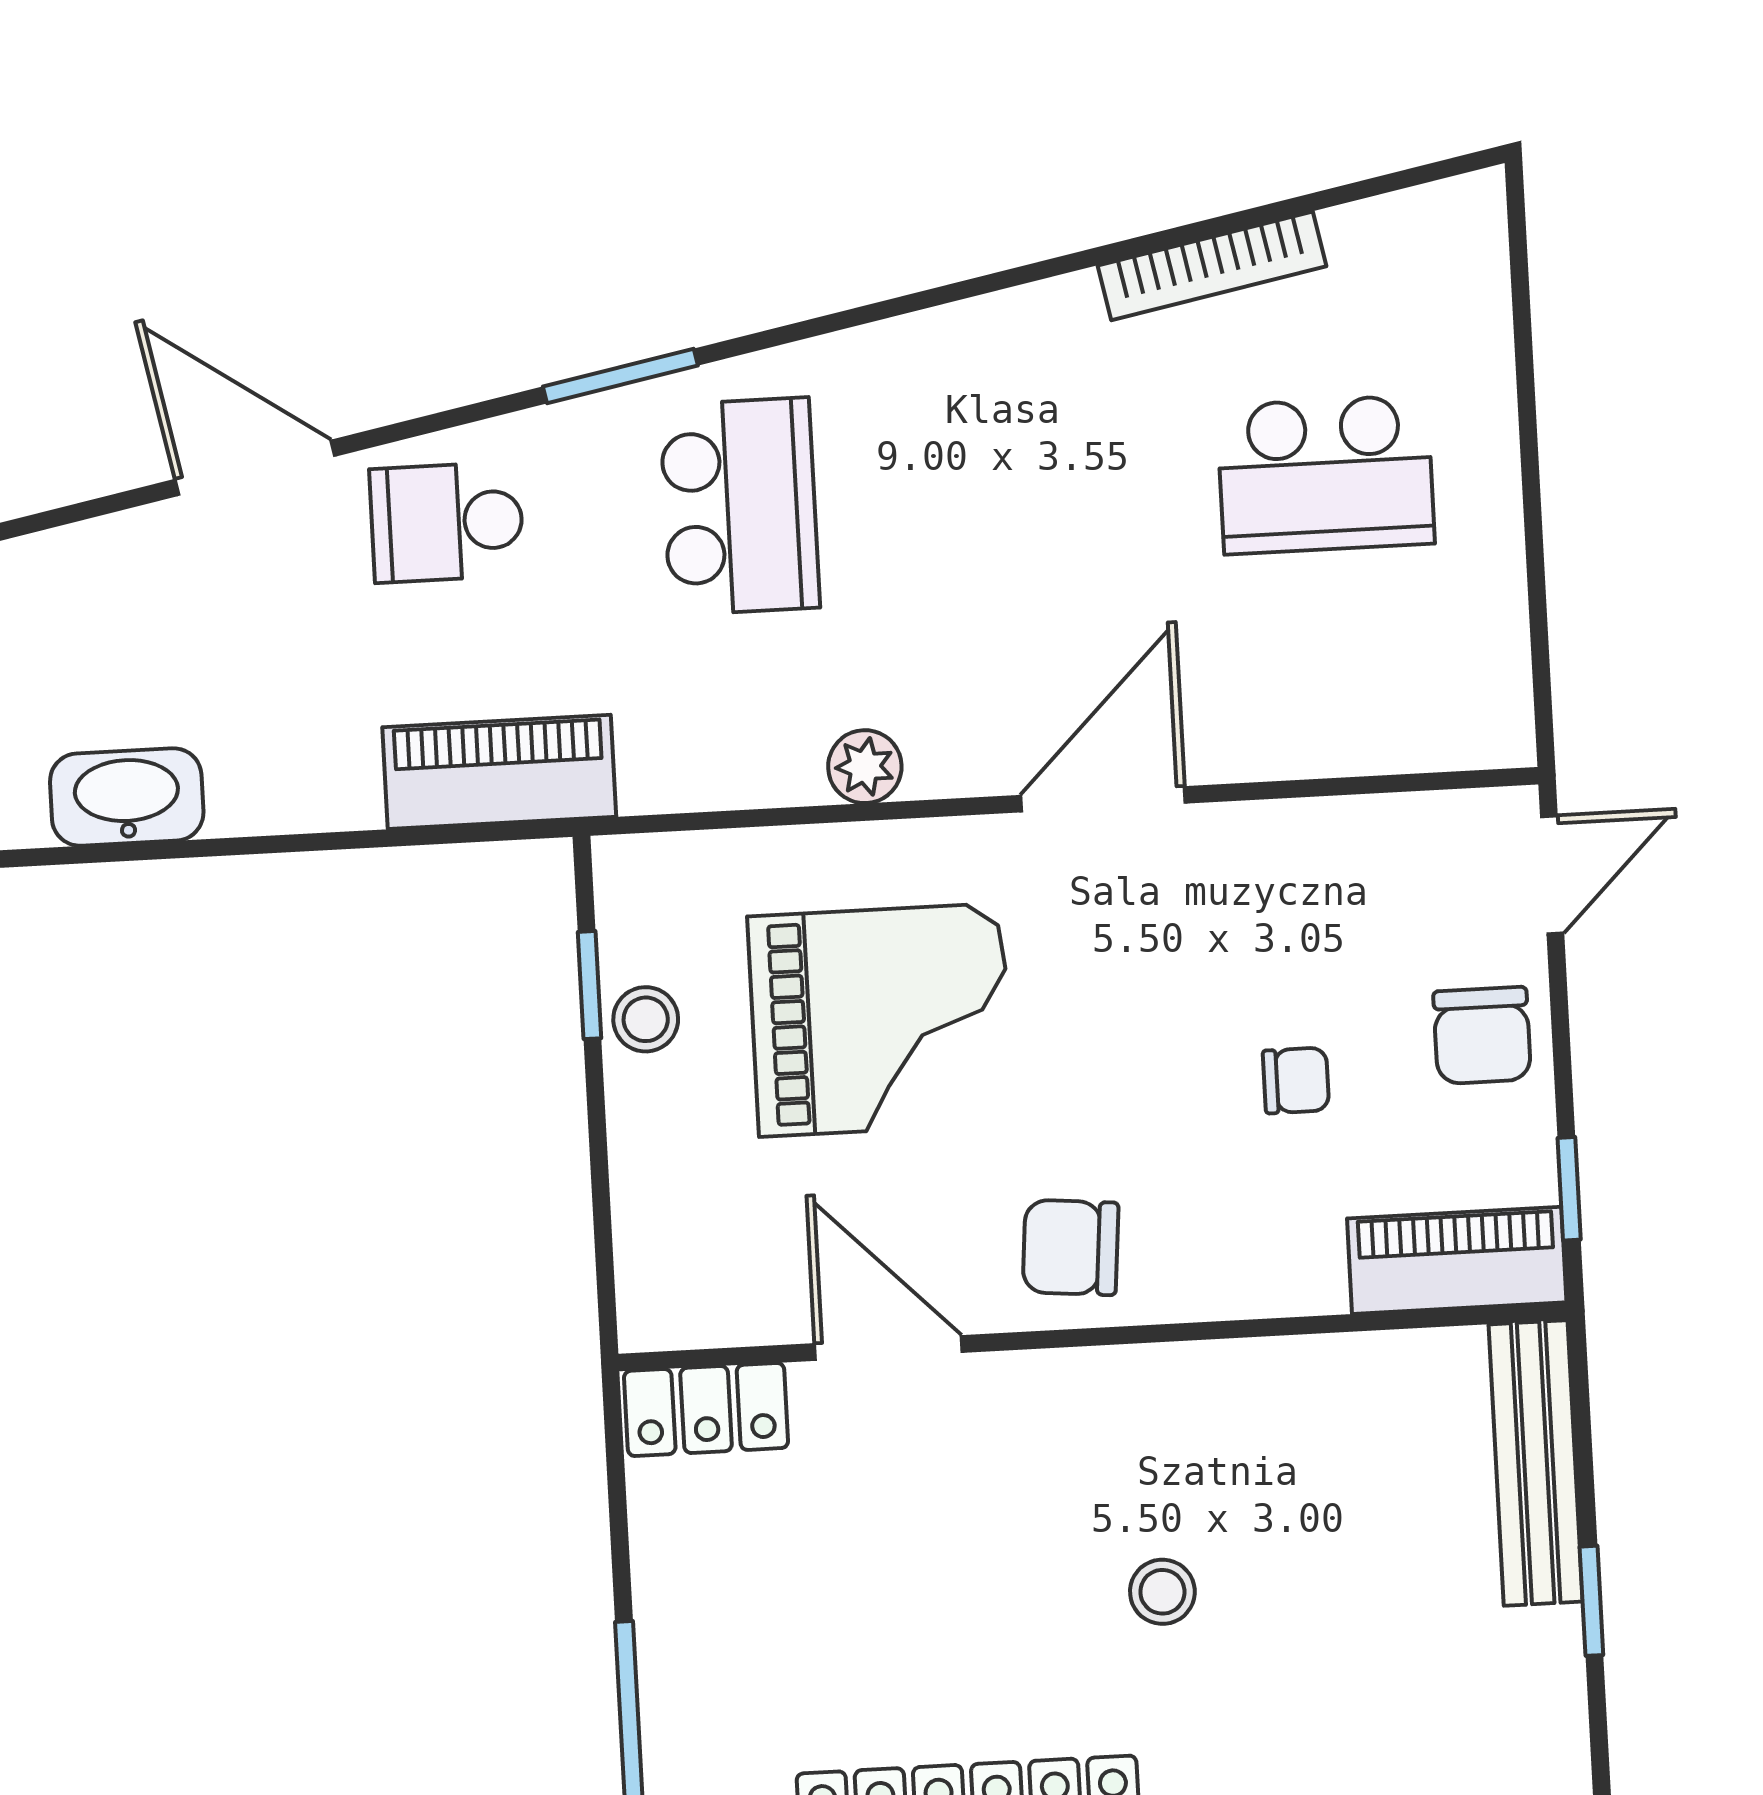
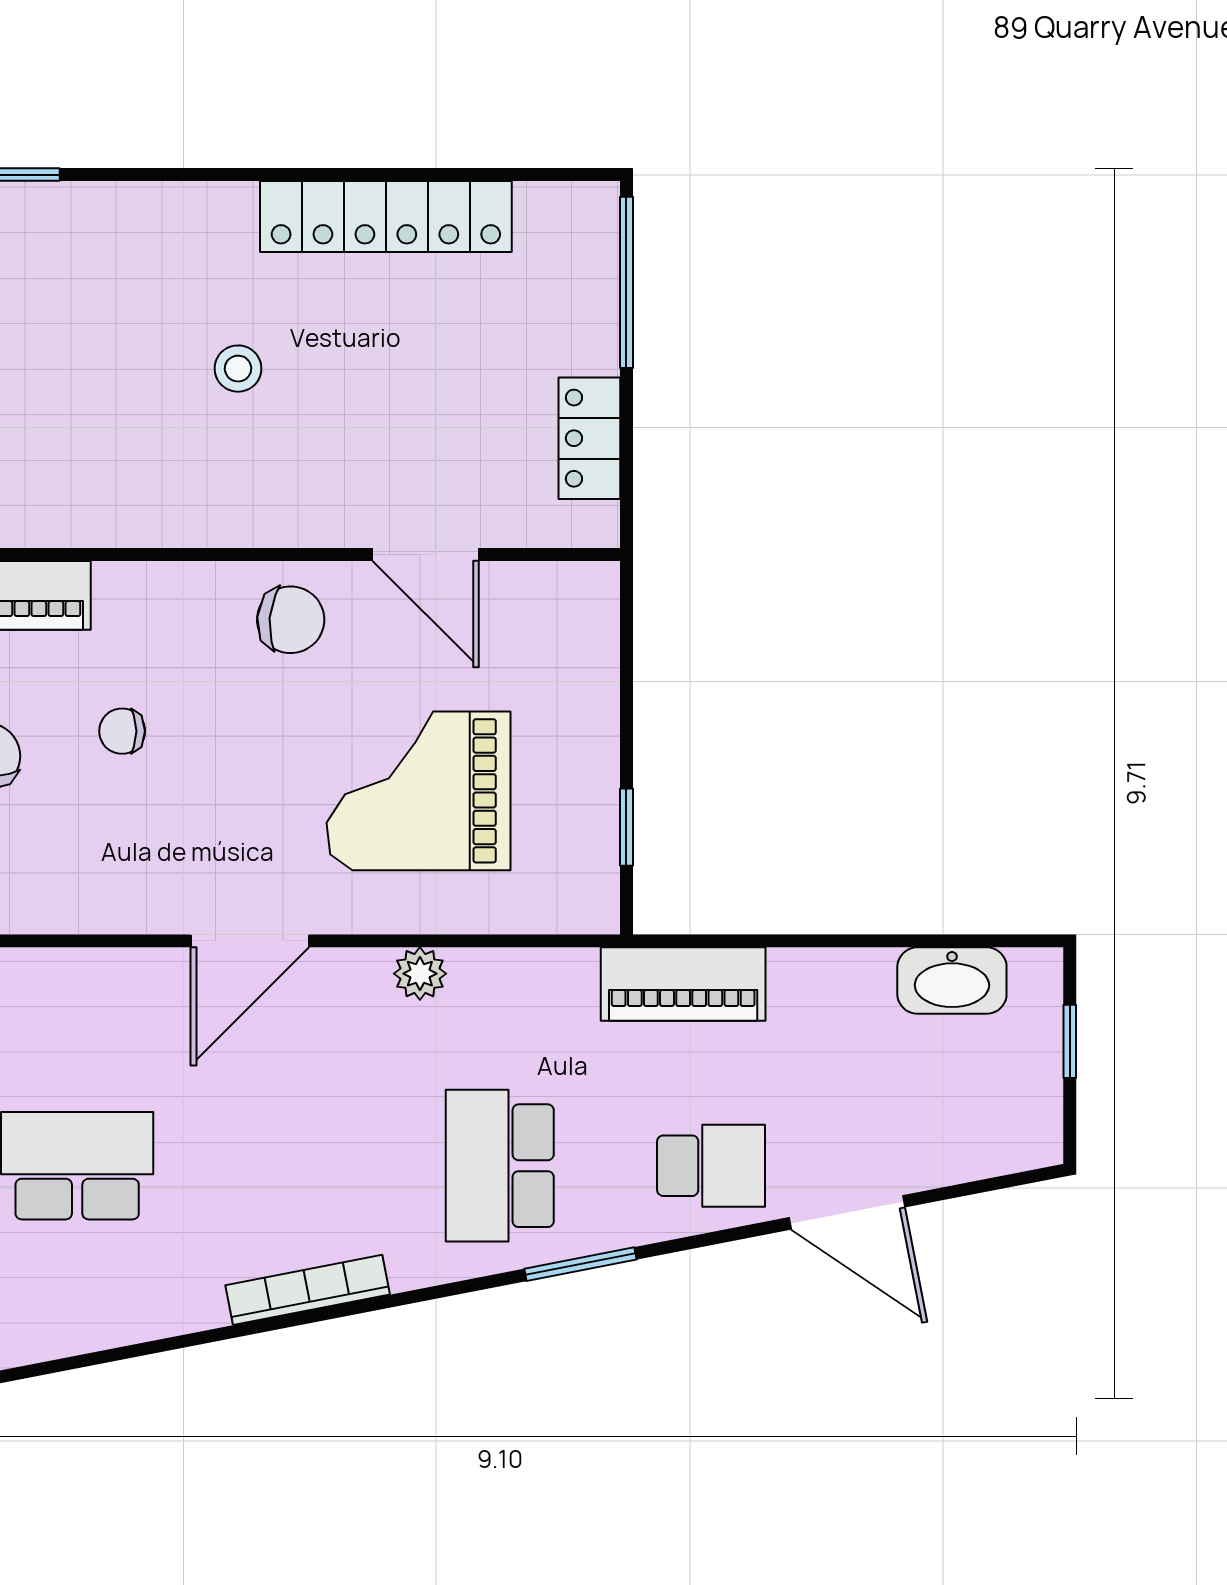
bookcase: (1212, 266) -> (308, 1290), moved
stool: (646, 1019) -> (587, 800), removed
locker: (706, 1409) -> (589, 438), moved, turned -90

